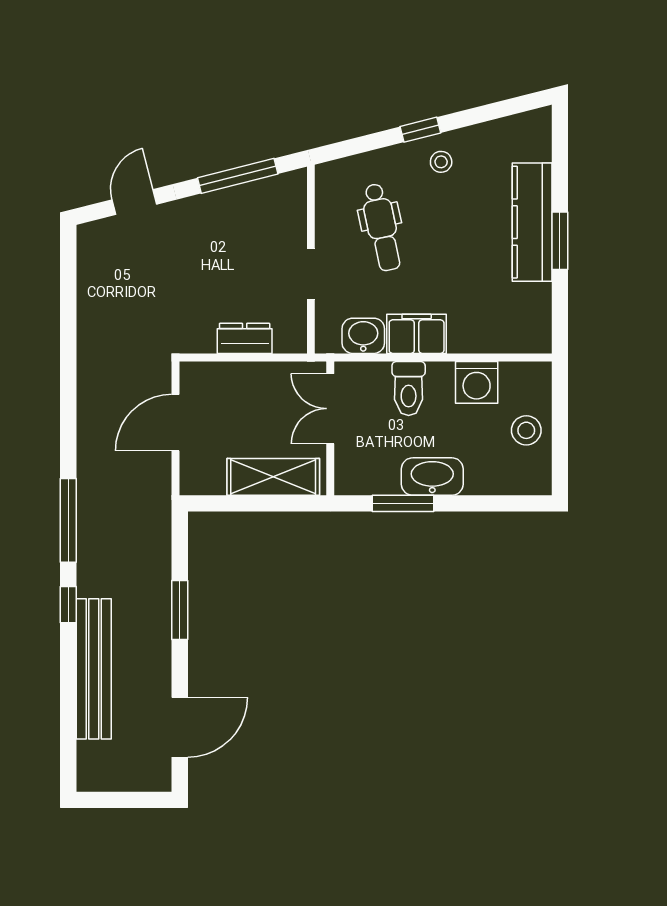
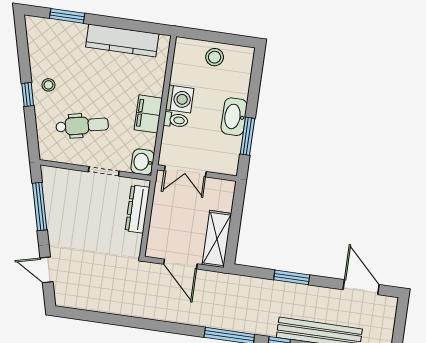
kitchen counter: (532, 222) -> (122, 40), moved
window: (560, 241) -> (67, 16), moved
washbasin: (363, 336) -> (143, 162), moved
dresser: (245, 338) -> (137, 209), width x1.44
washing machine: (477, 382) -> (180, 99), moved
toilet: (409, 388) -> (176, 120), width x0.73, depth x0.72
shelving: (273, 477) -> (217, 239), moved

